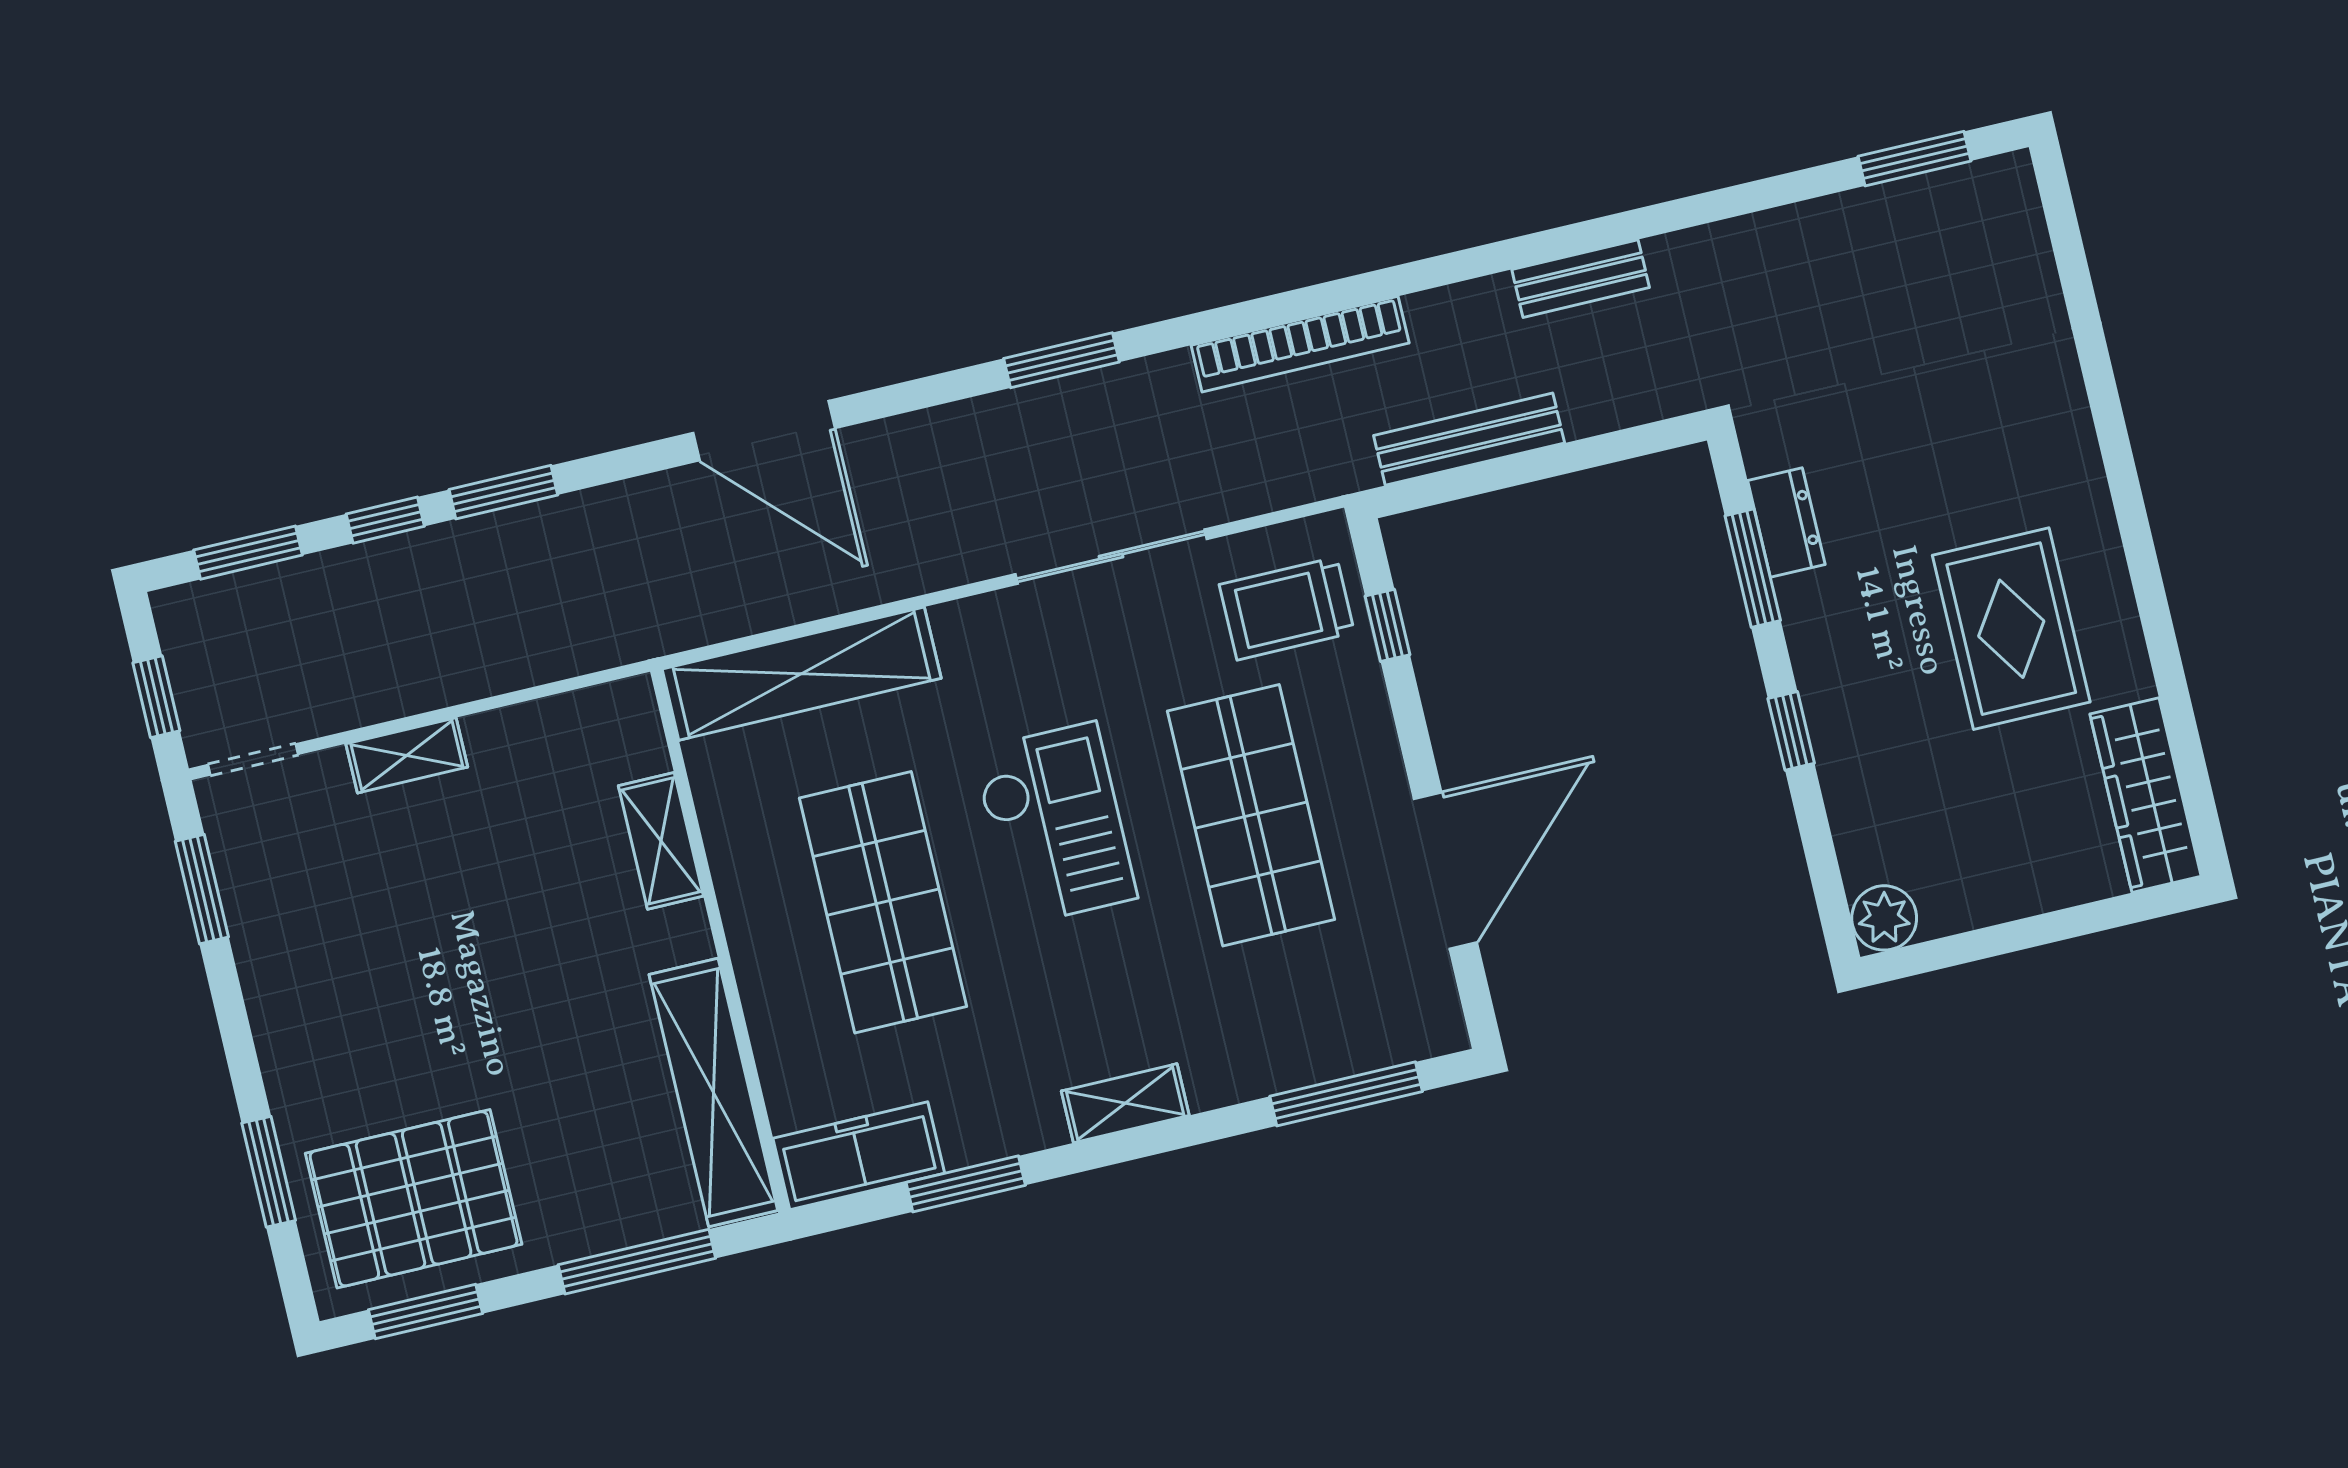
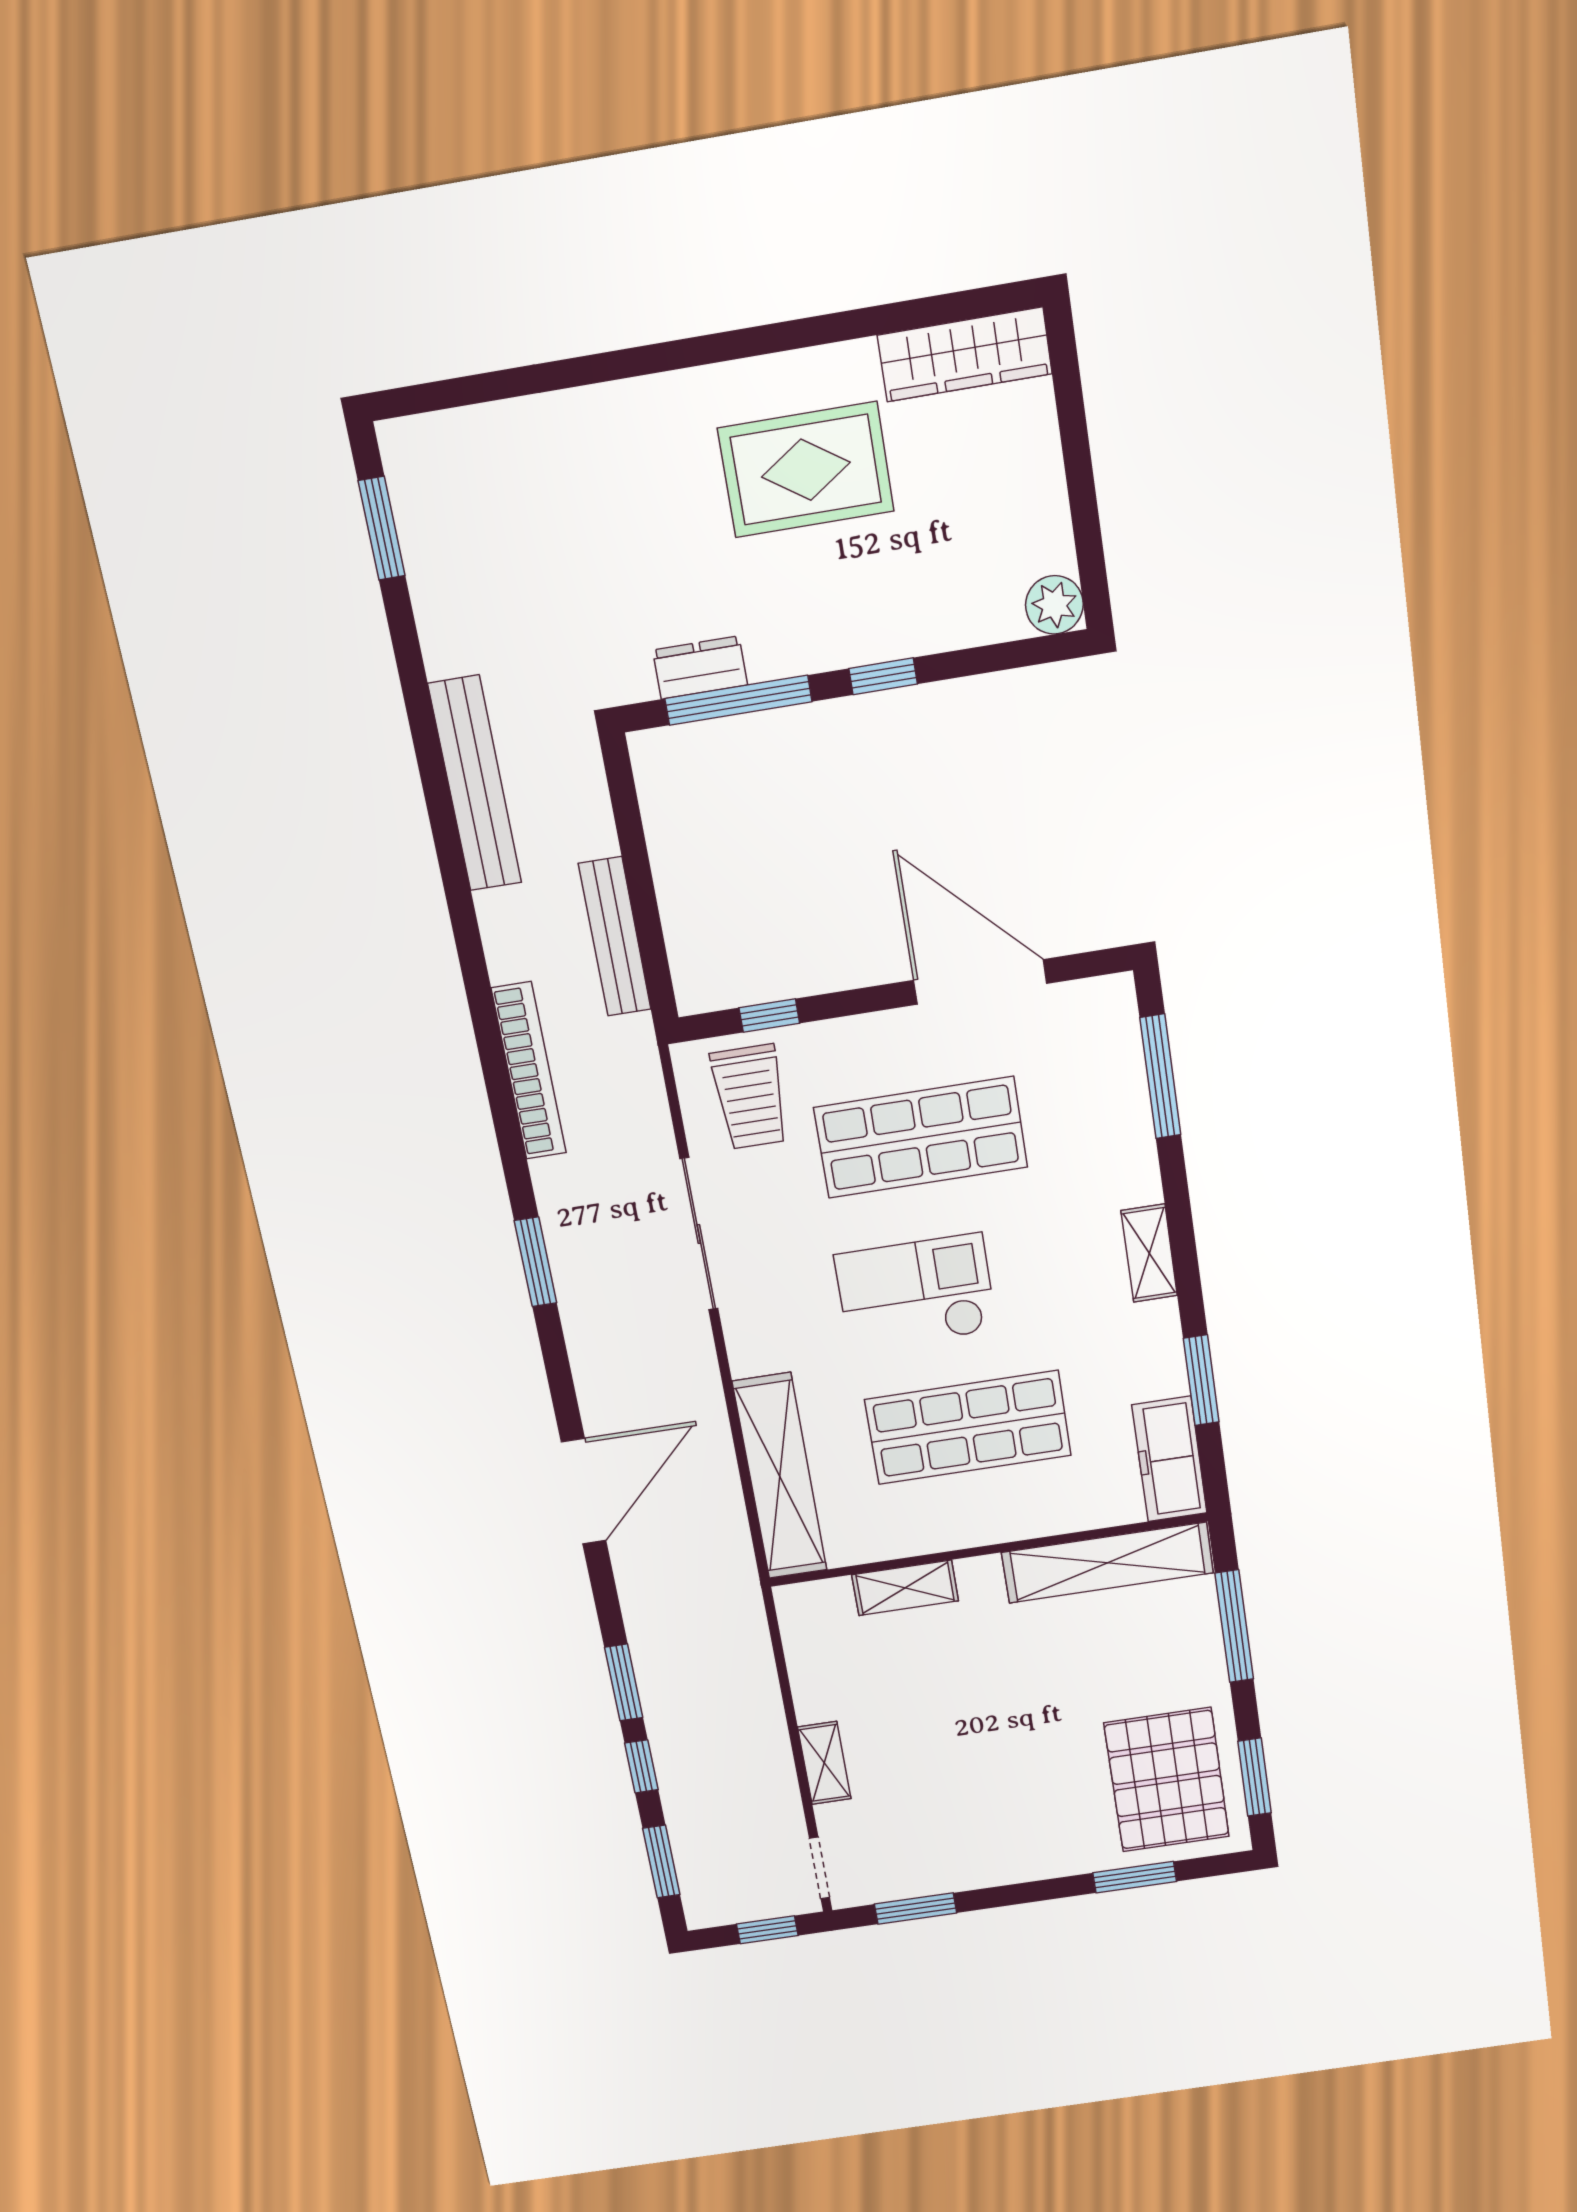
bench: (1581, 279) -> (475, 784), width x1.86, depth x1.21
window: (1753, 568) -> (738, 700), width x1.44

